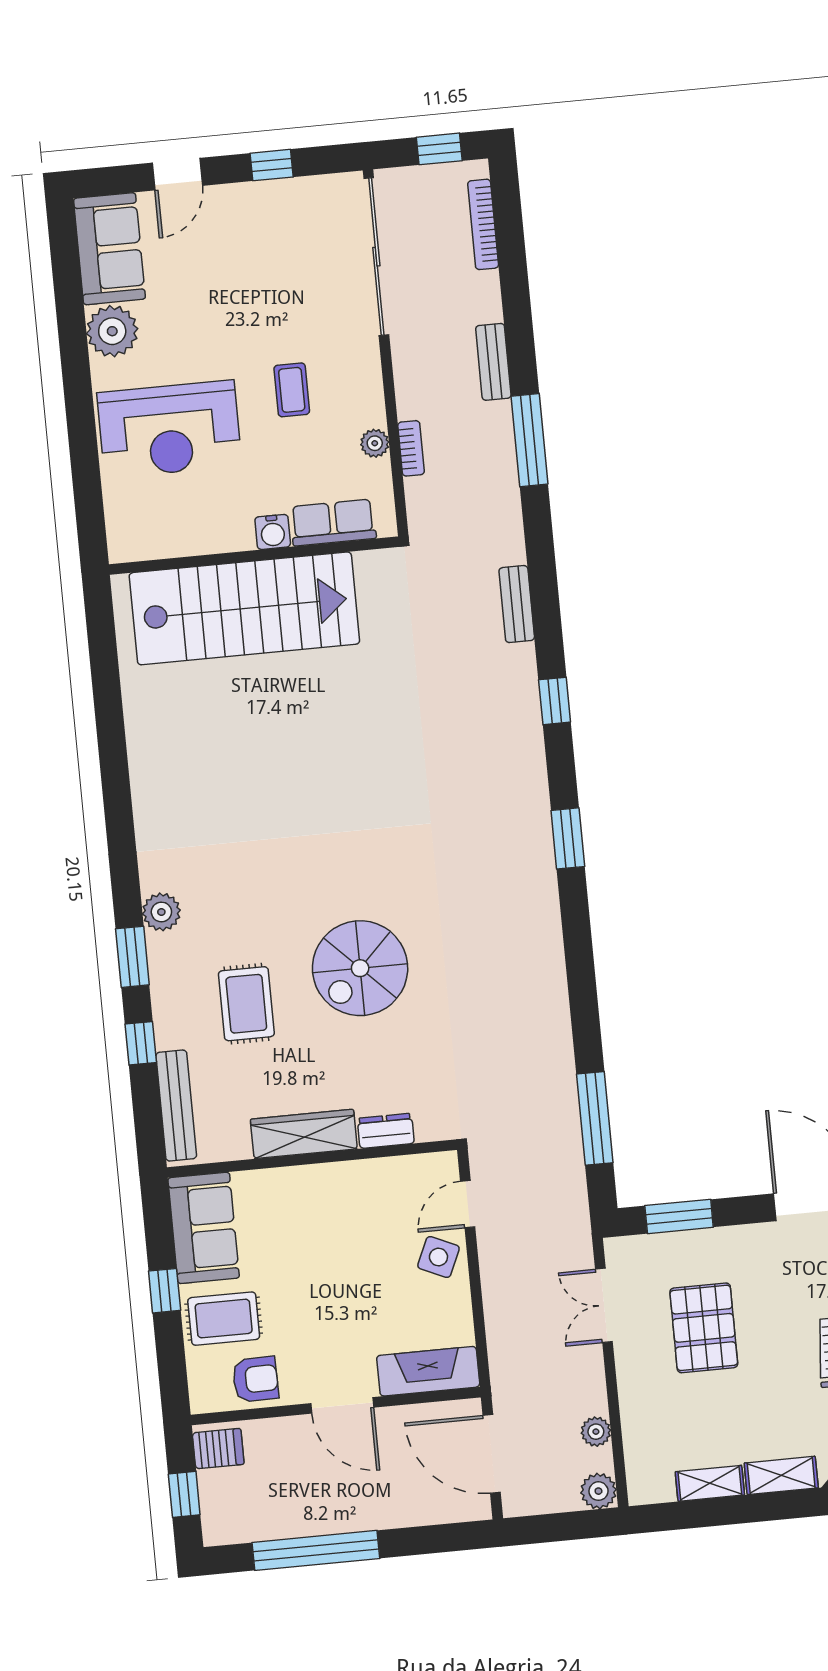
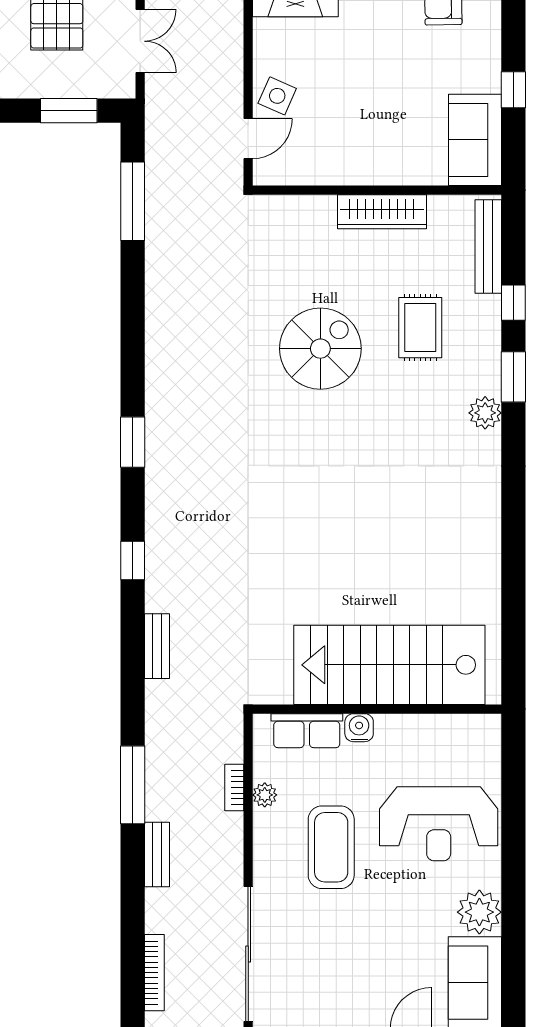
coffee table: (292, 390) -> (331, 847), width x1.86, depth x1.72
reception desk: (169, 429) -> (439, 824), turned 180
dresser: (386, 1131) -> (312, 208), removed
rug: (224, 1319) -> (465, 61), removed

